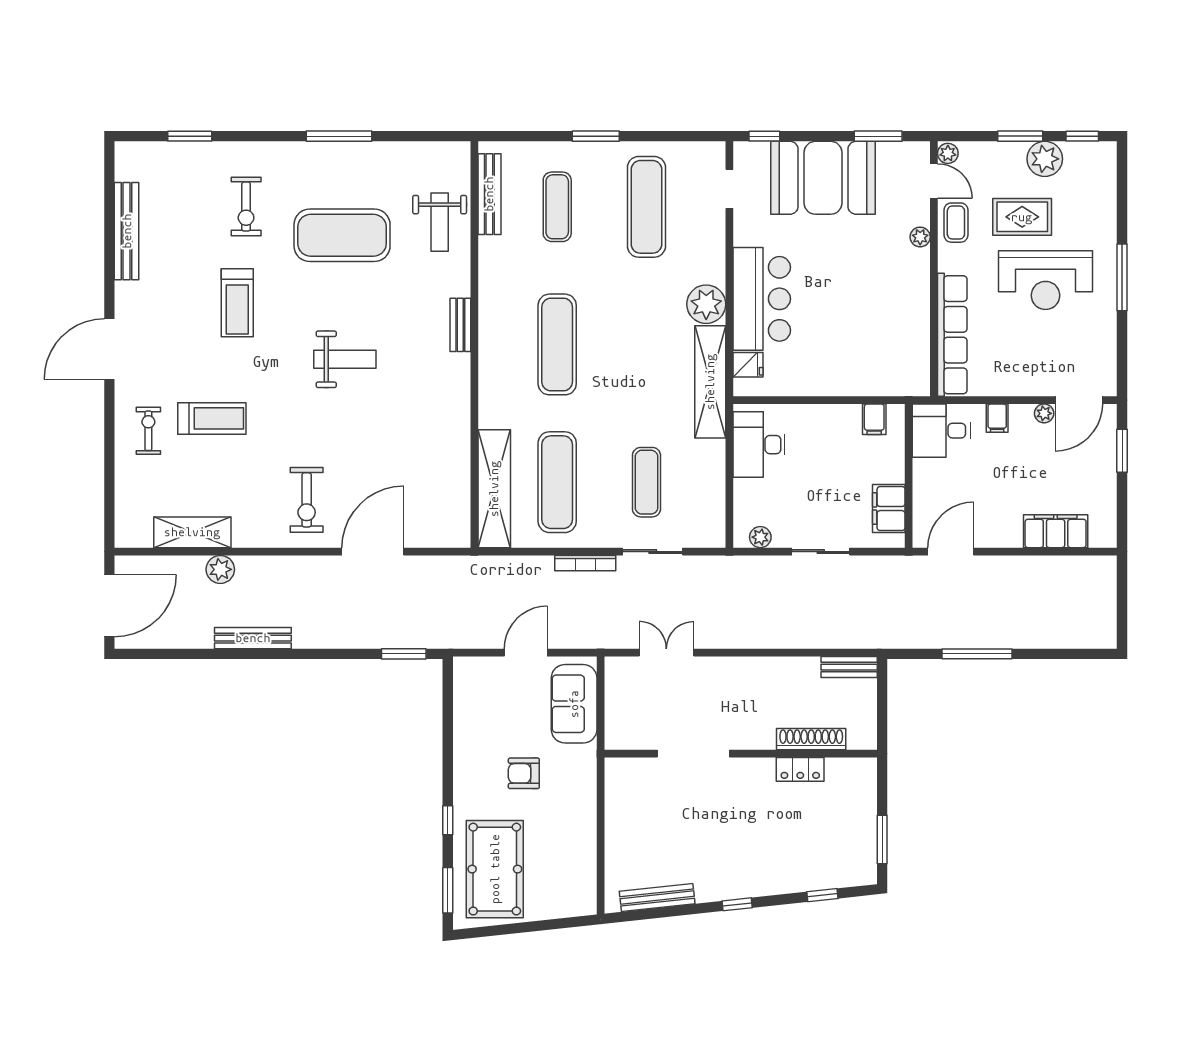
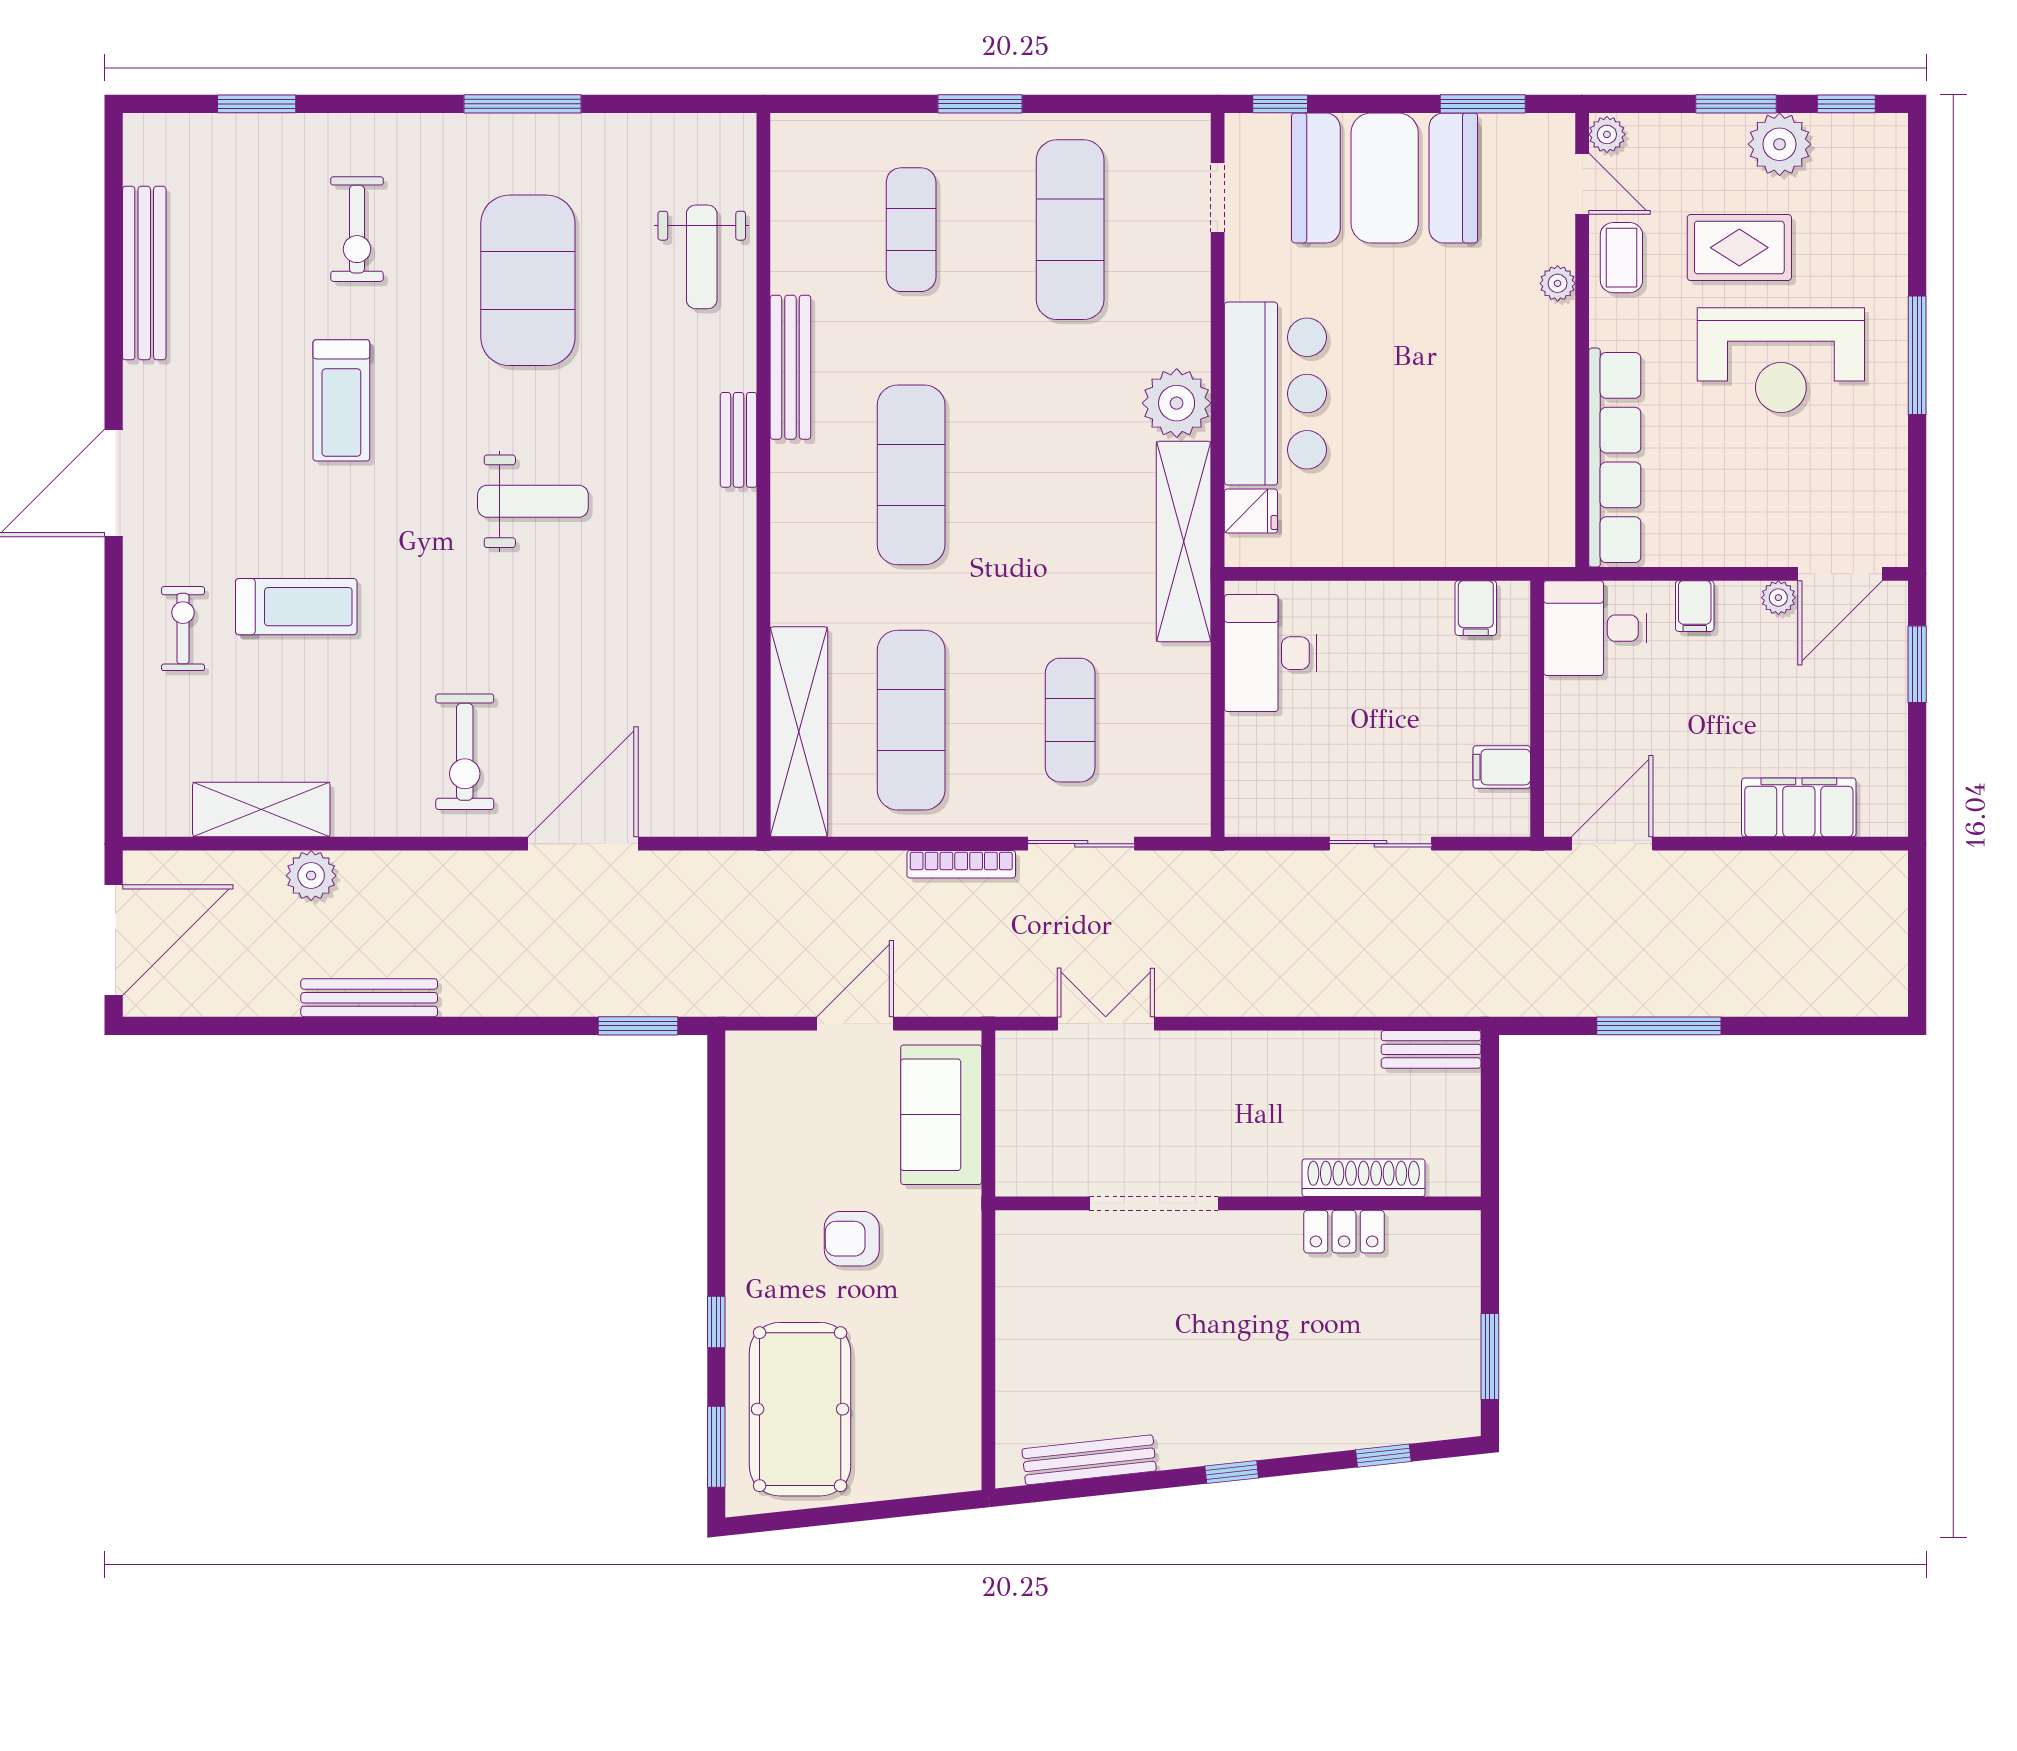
bench: (489, 194) -> (790, 367), moved
exercise mat: (342, 235) -> (528, 280), turned 90
filing cabinet: (889, 509) -> (1502, 767), width x0.50
plant: (760, 537) -> (1273, 818), removed

